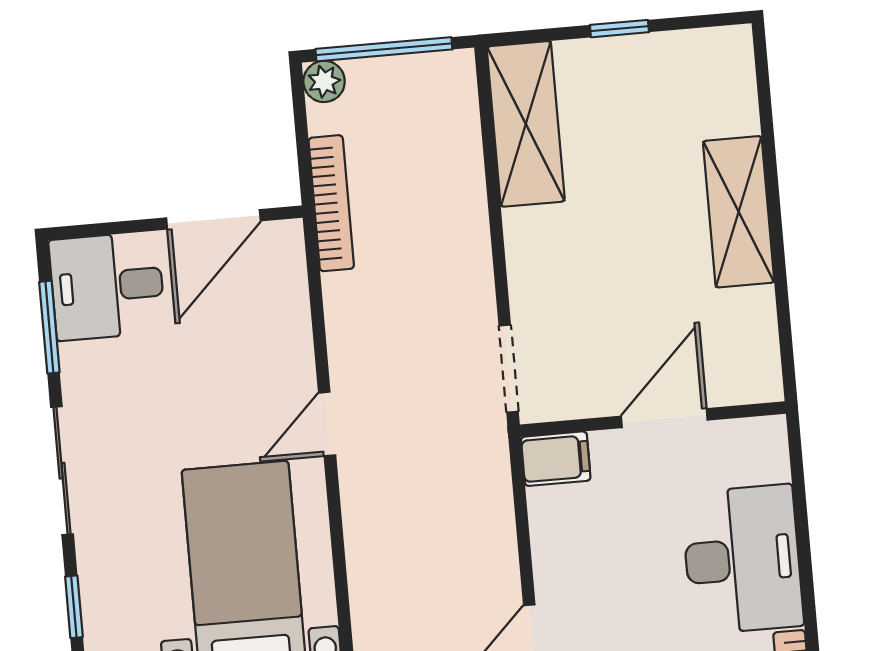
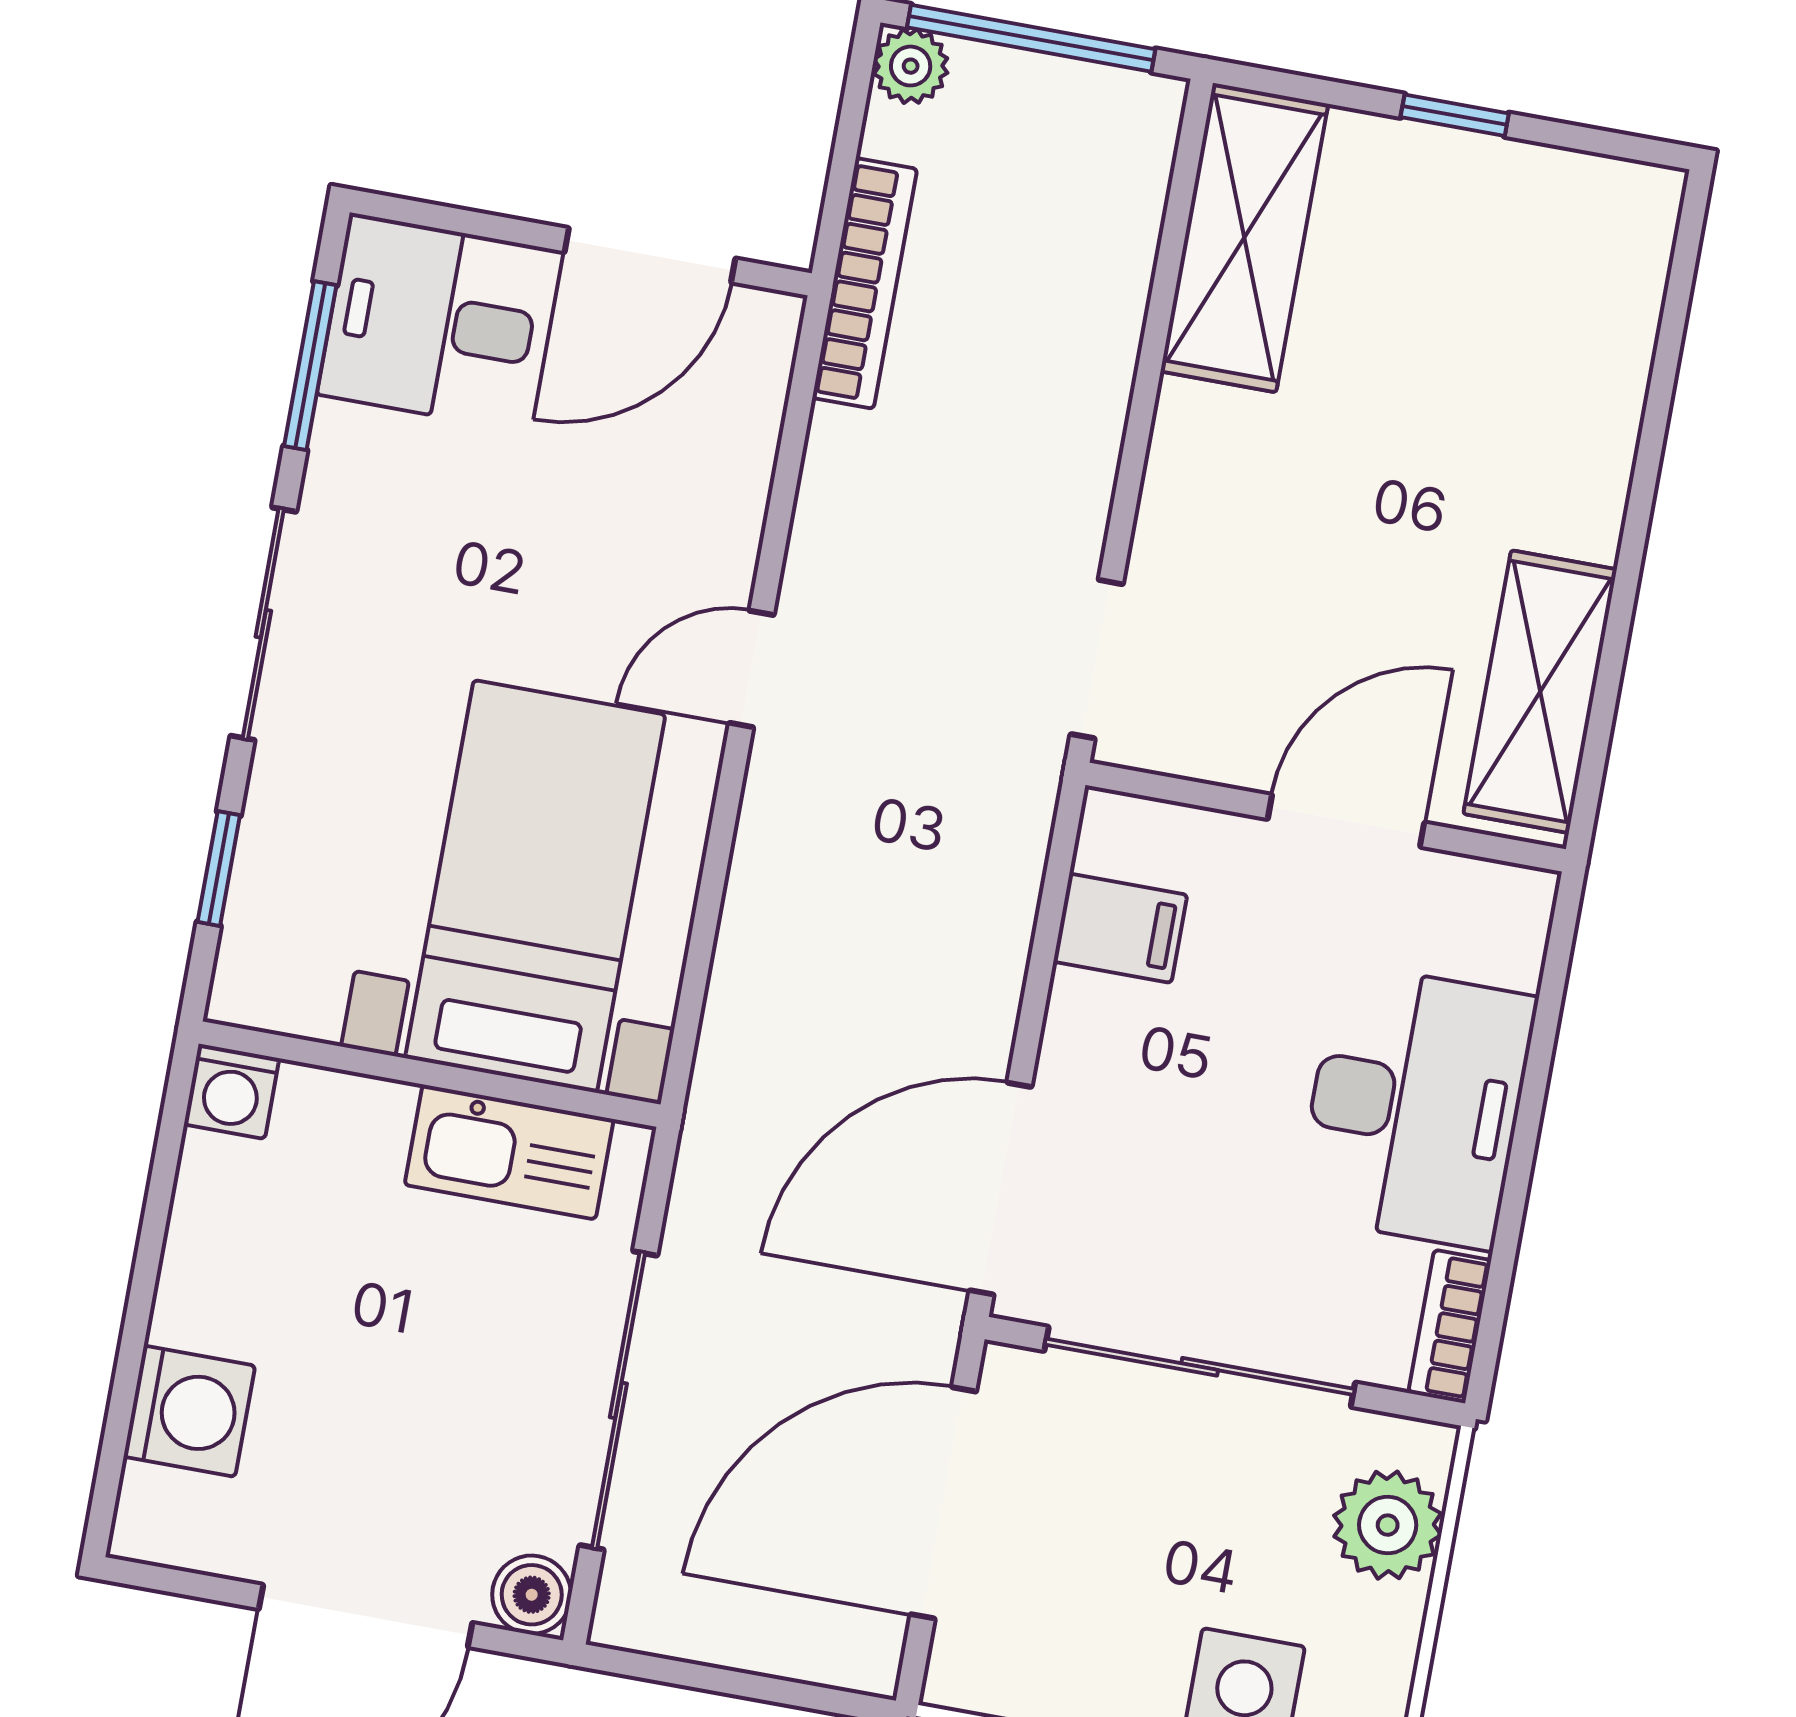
shelving: (739, 212) -> (1540, 692), moved
filing cabinet: (556, 459) -> (1120, 928), moved

